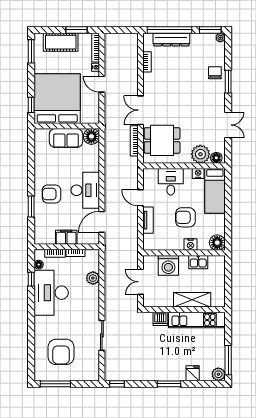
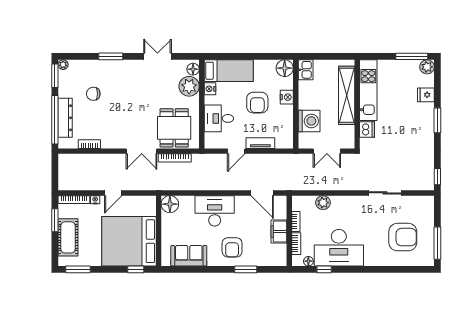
chair: (215, 73) -> (93, 94), moved
sofa: (66, 138) -> (189, 256), moved, turned -90
desk: (85, 190) -> (215, 211), moved
kitchen sink: (198, 262) -> (306, 70), moved
shelving: (192, 300) -> (347, 95), width x1.47

